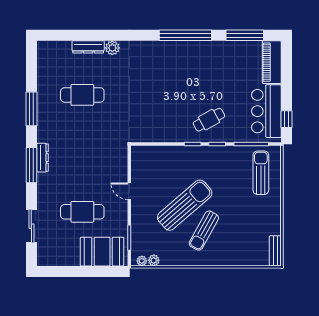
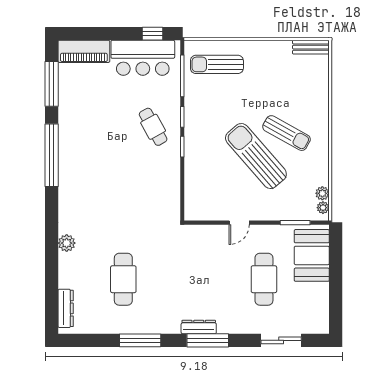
dresser: (88, 47) -> (66, 308), moved

